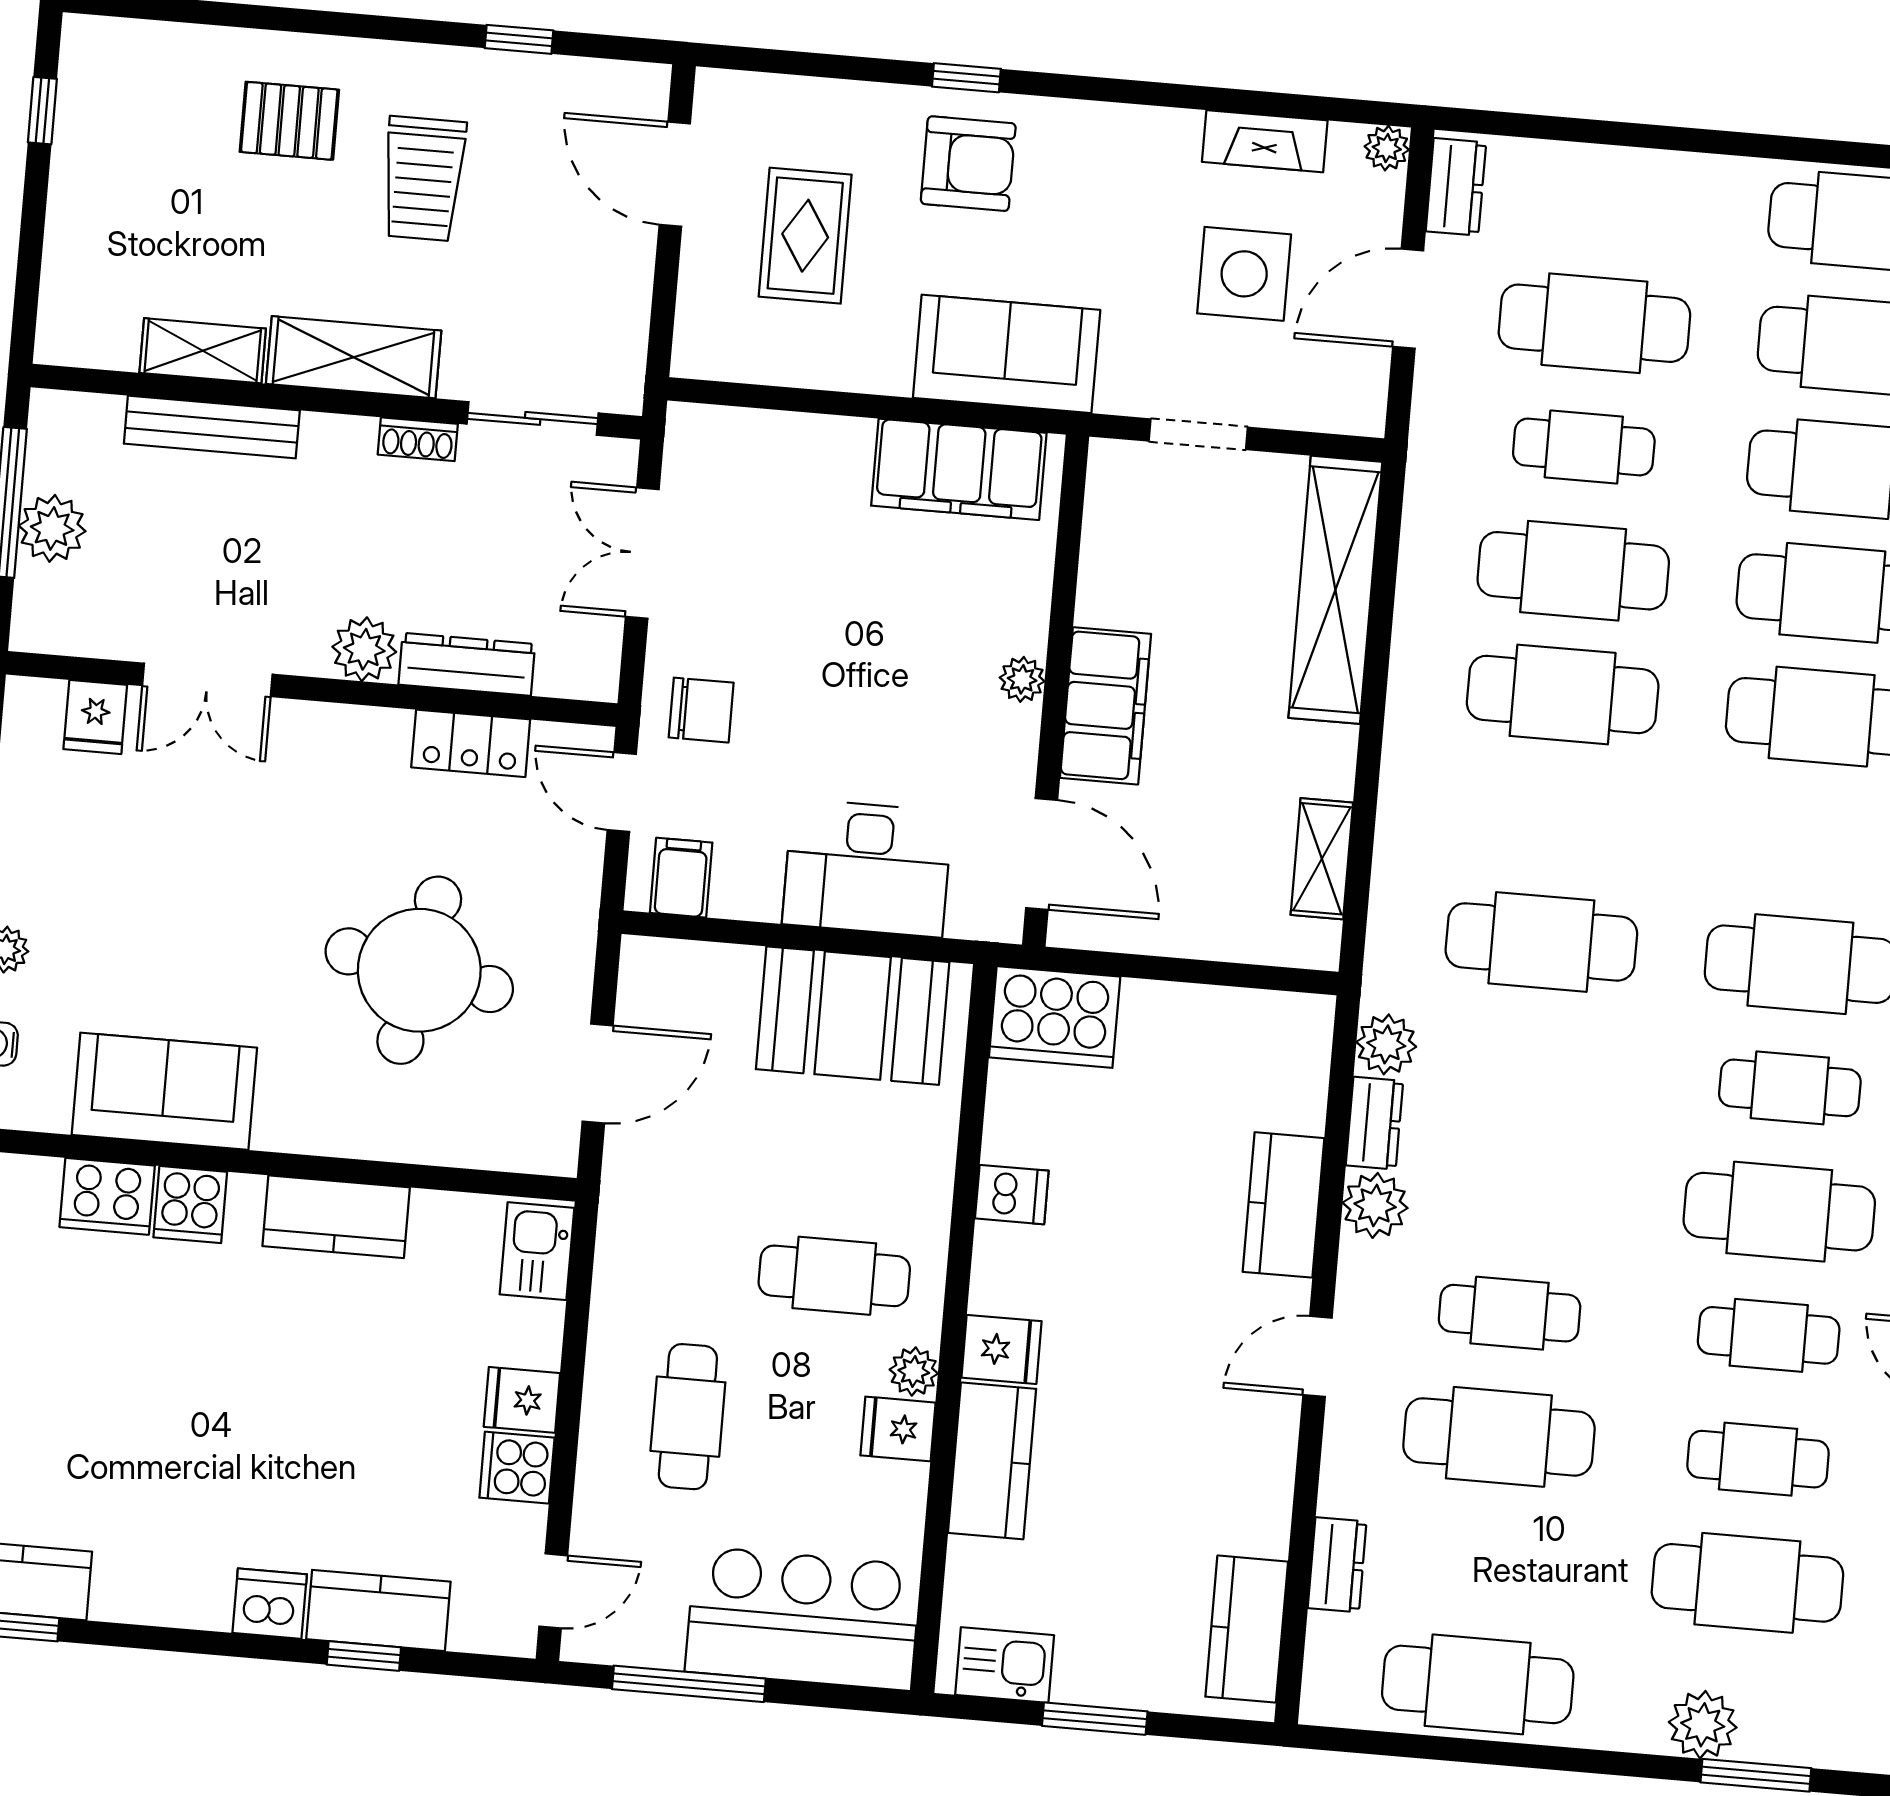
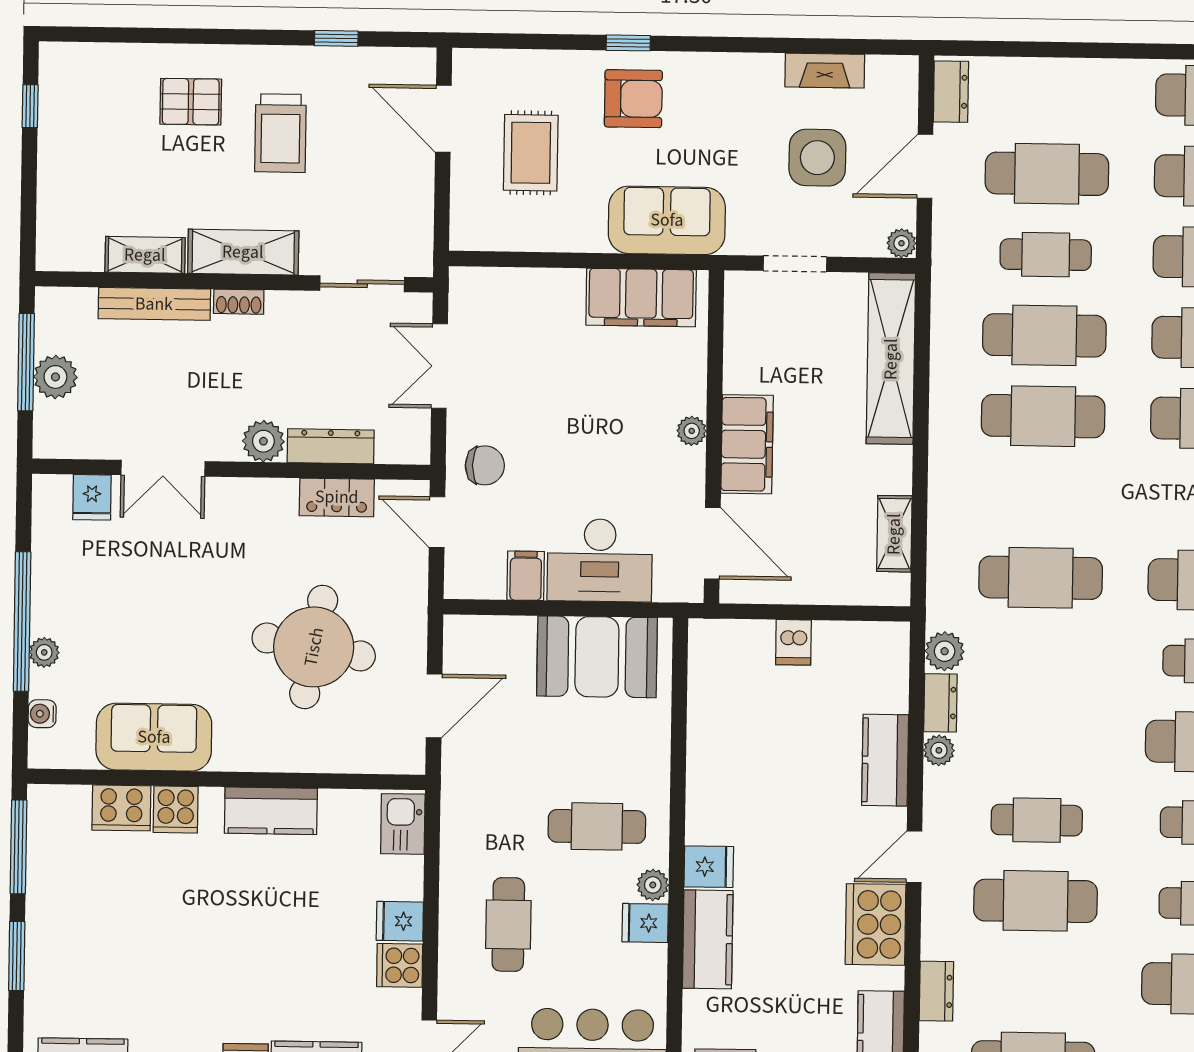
plant: (1387, 148) -> (901, 243), moved
shoe rack: (418, 439) -> (239, 302), moved
filing cabinet: (681, 878) -> (526, 576), moved
cooker: (1055, 1017) -> (876, 924), moved, turned 90
dishwasher: (1012, 1195) -> (793, 642), moved, turned 90
plant: (1375, 1205) -> (939, 750), width x0.73, depth x0.73

